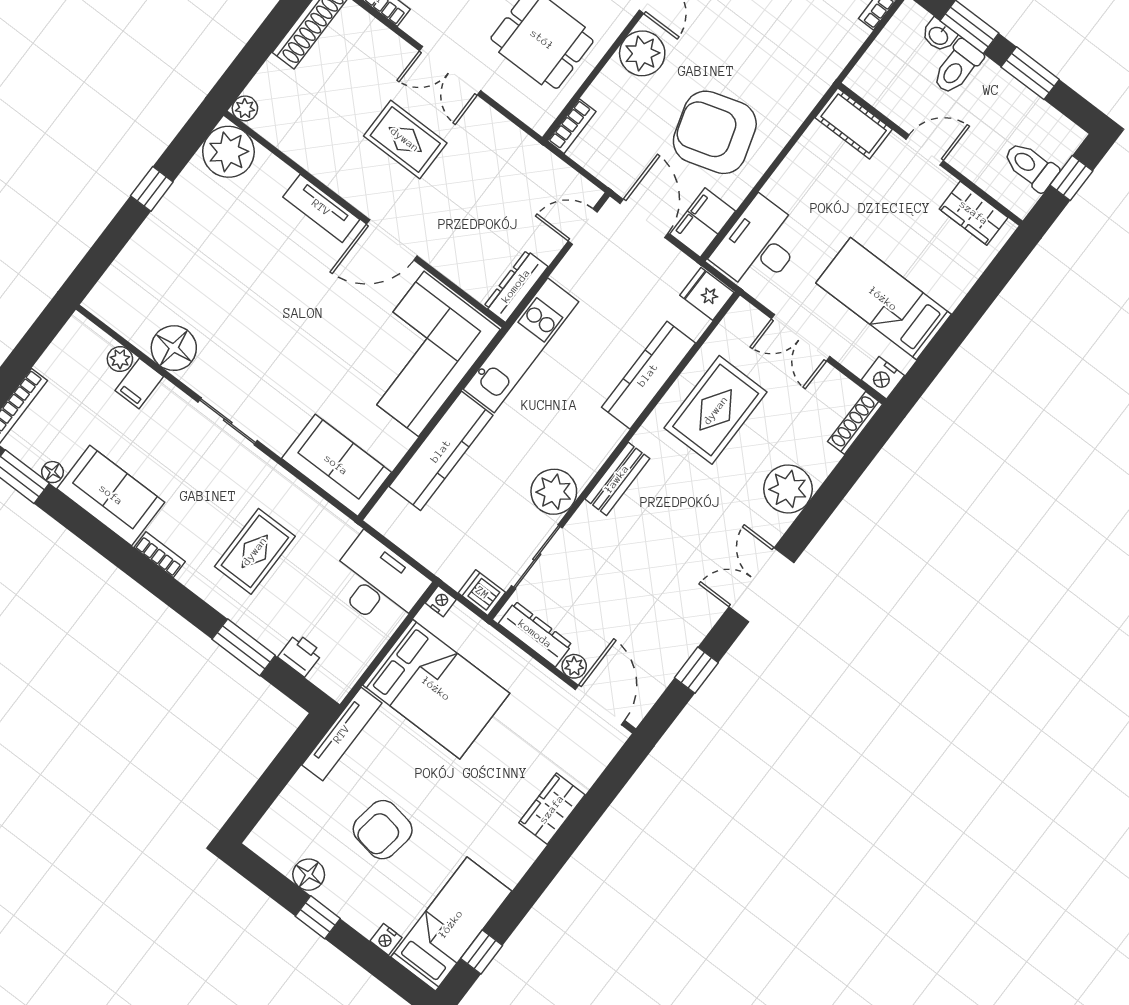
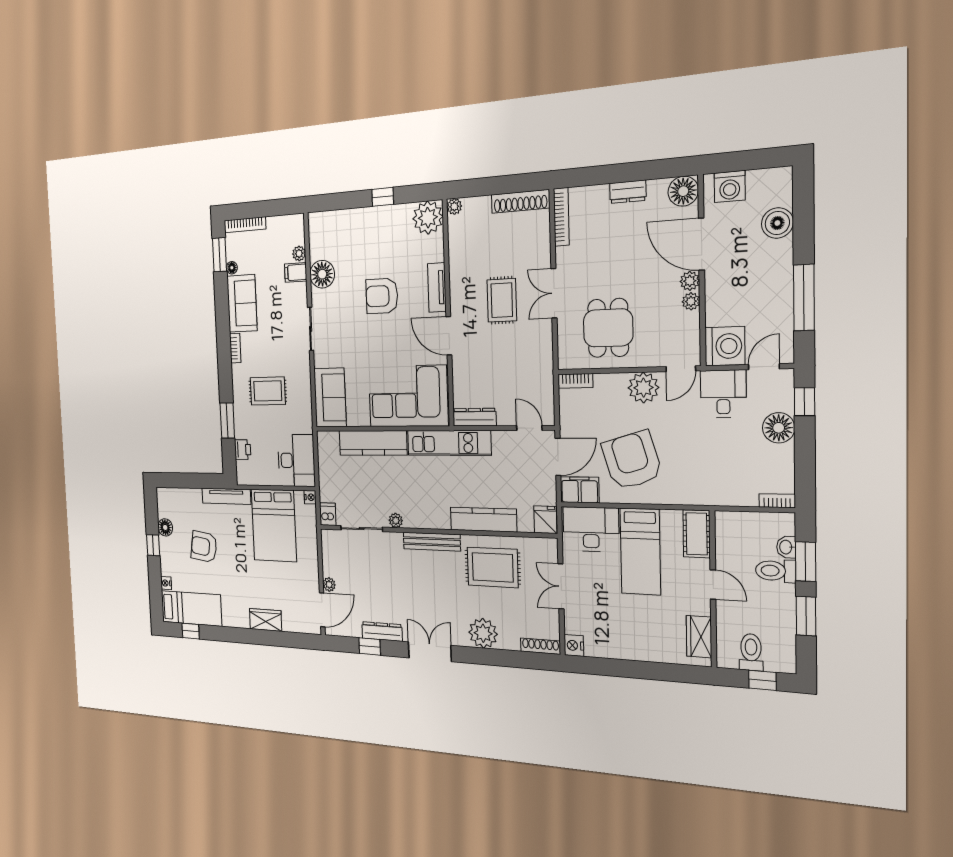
armchair: (270, 289) -> (382, 296), added
bed: (883, 299) -> (640, 552), moved, turned 180
bench: (617, 479) -> (432, 542), width x1.36
plant: (554, 492) -> (396, 520), width x0.53, depth x0.53
dresser: (535, 634) -> (382, 631), moved, turned -90

